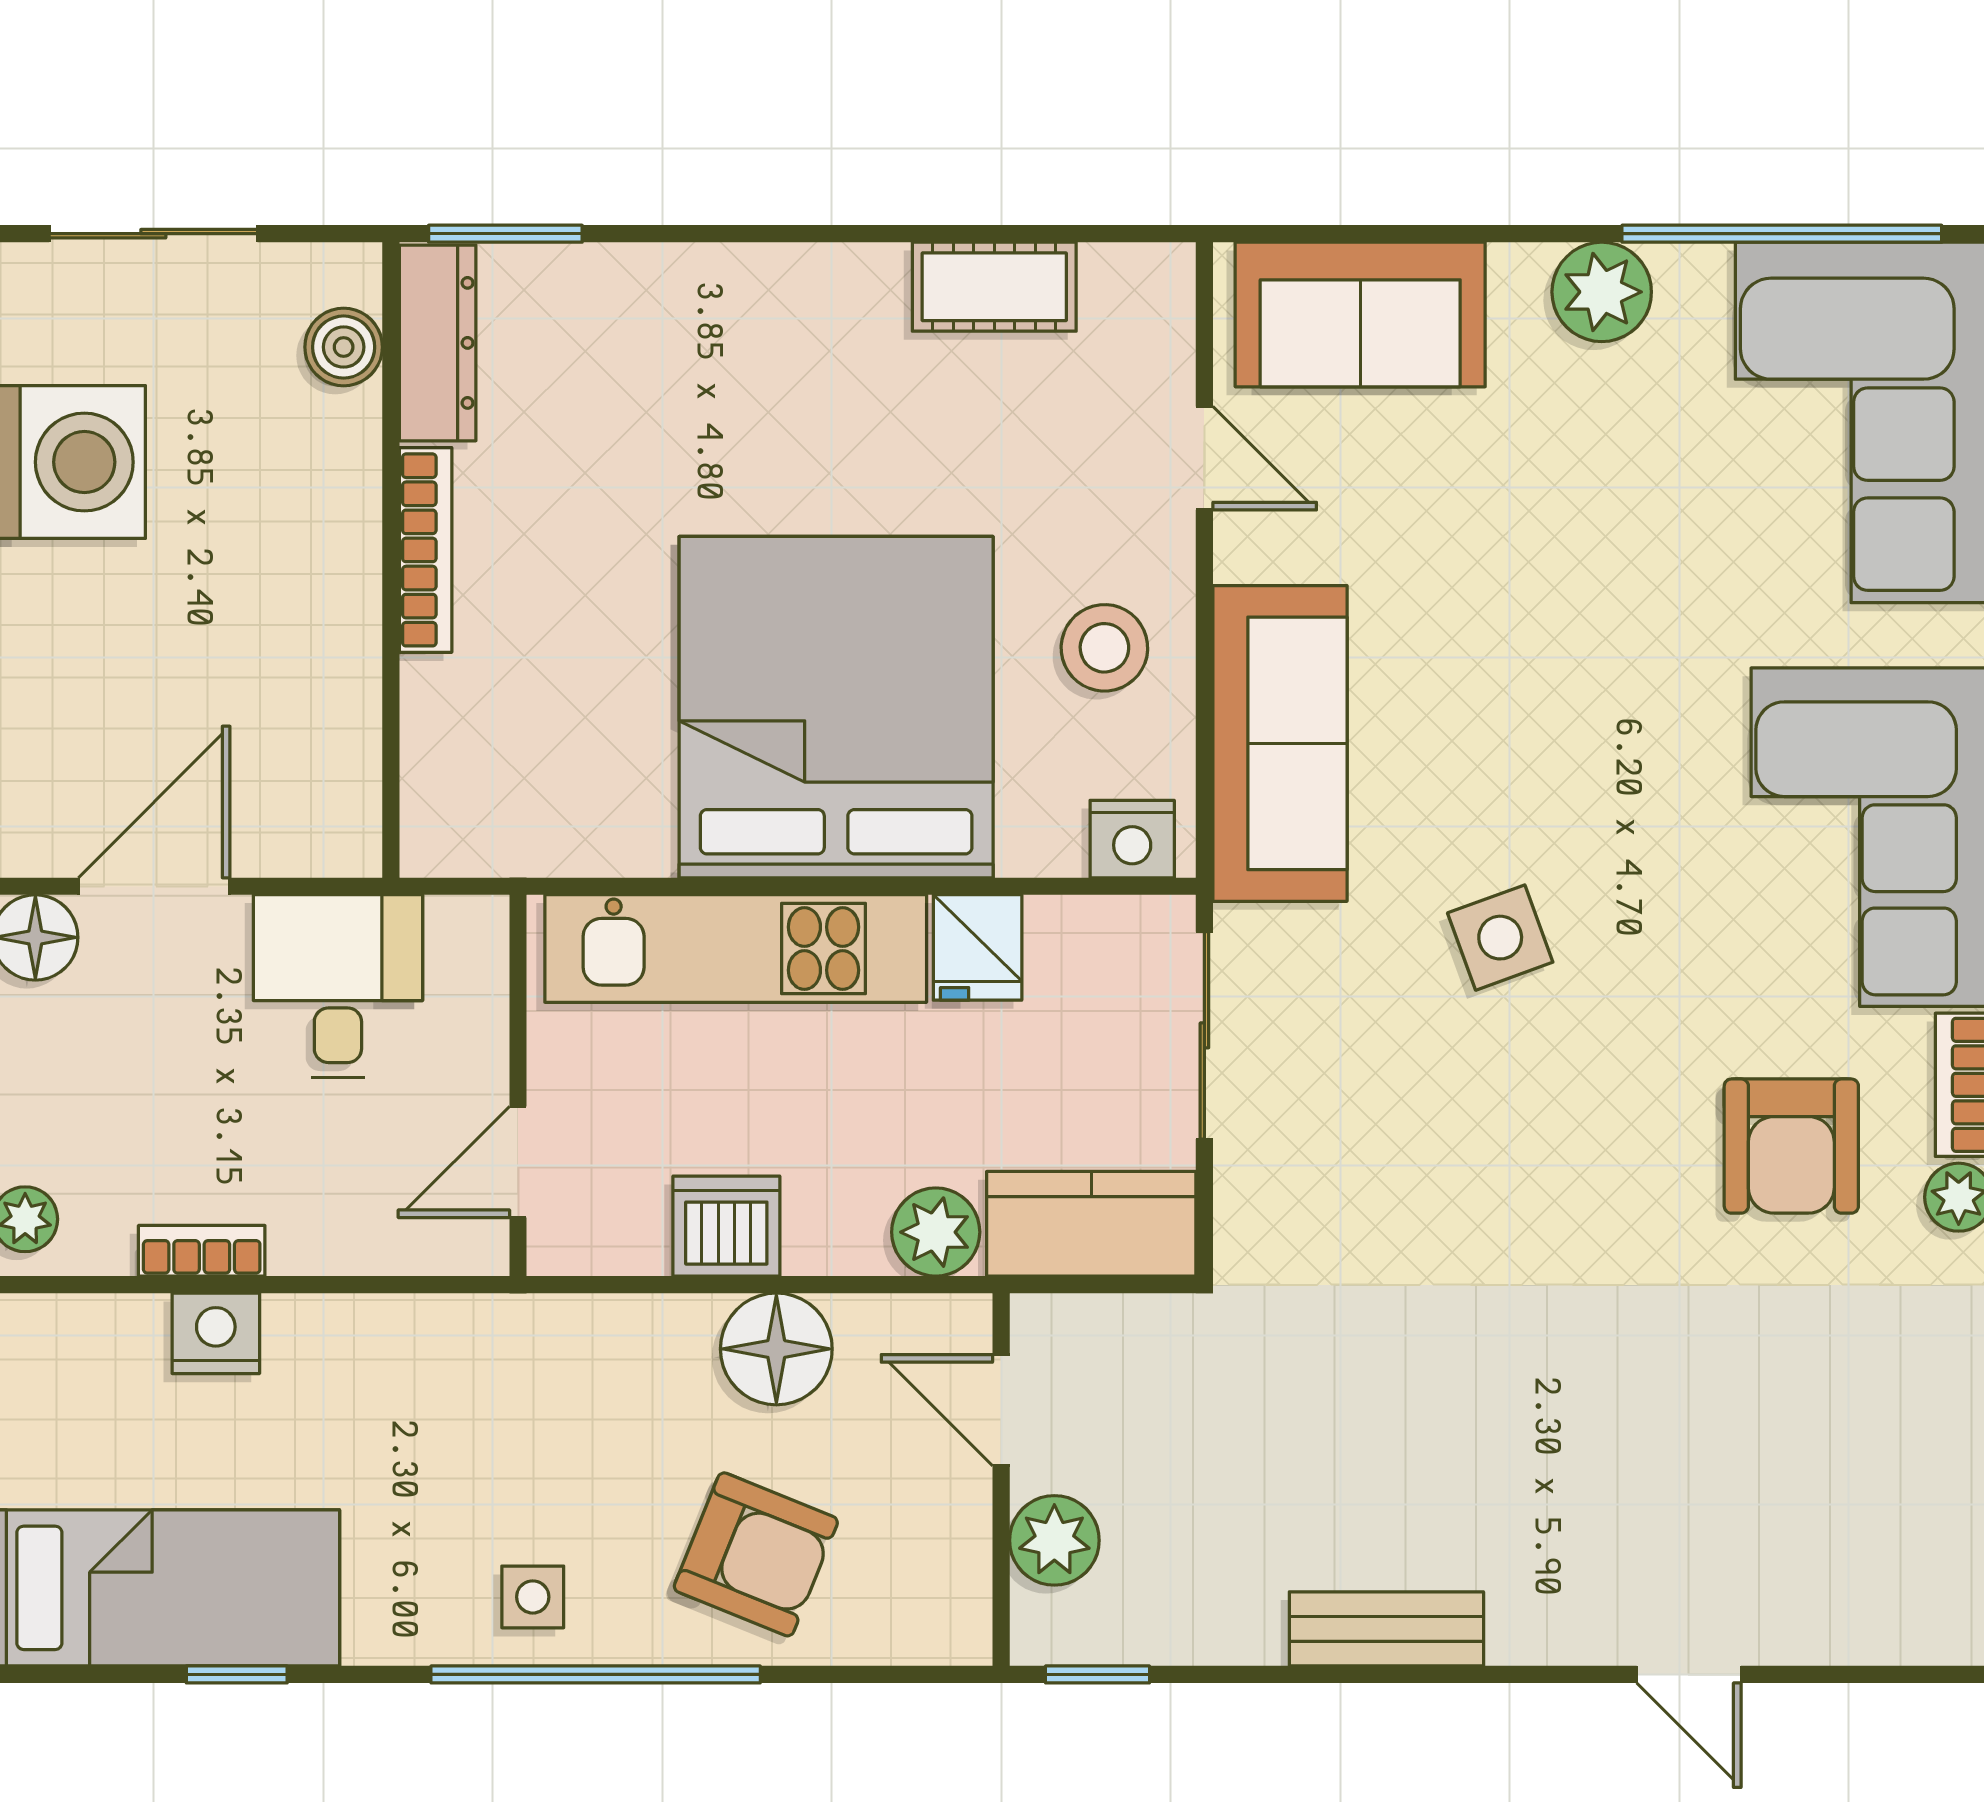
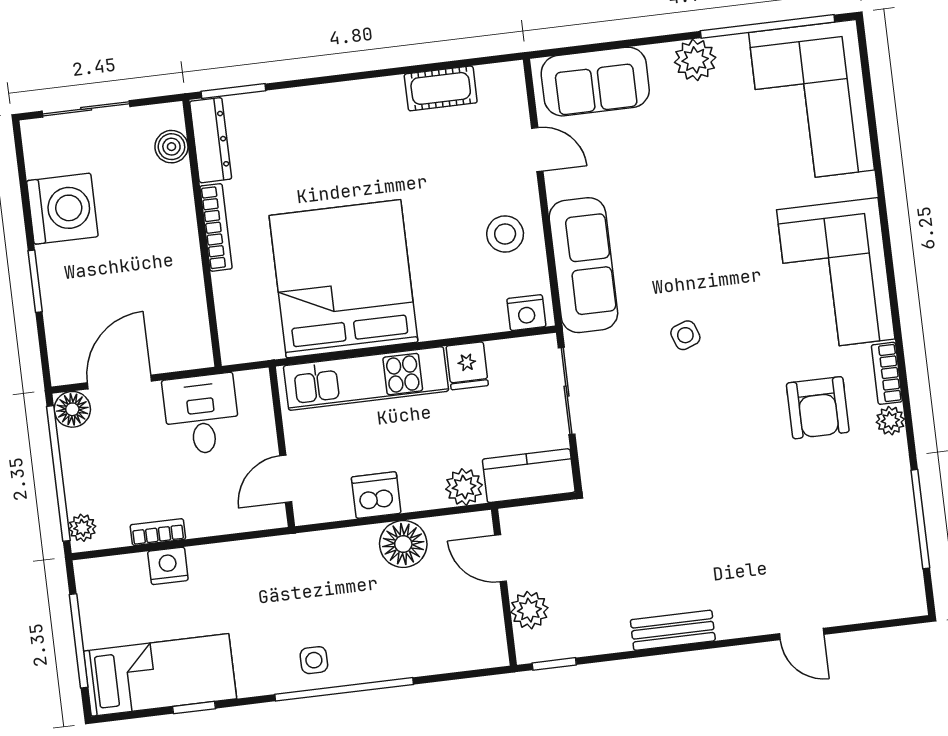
bed: (836, 707) -> (343, 279), moved
side table: (1500, 938) -> (685, 335), width x0.73, depth x0.73
armchair: (756, 1554) -> (405, 631), removed

